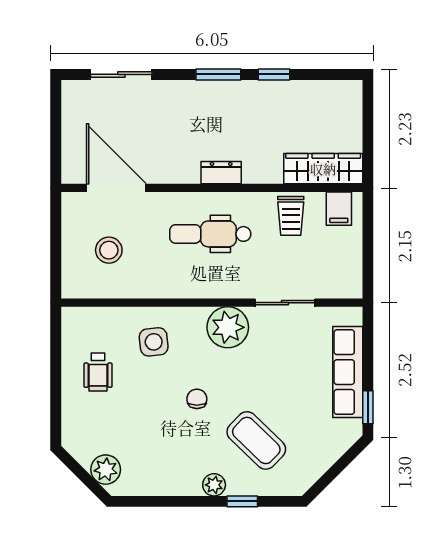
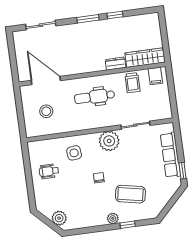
dresser: (221, 173) -> (115, 64), moved
wheelchair: (98, 372) -> (49, 171), turned 90
coffee table: (256, 440) -> (130, 194), turned -33

